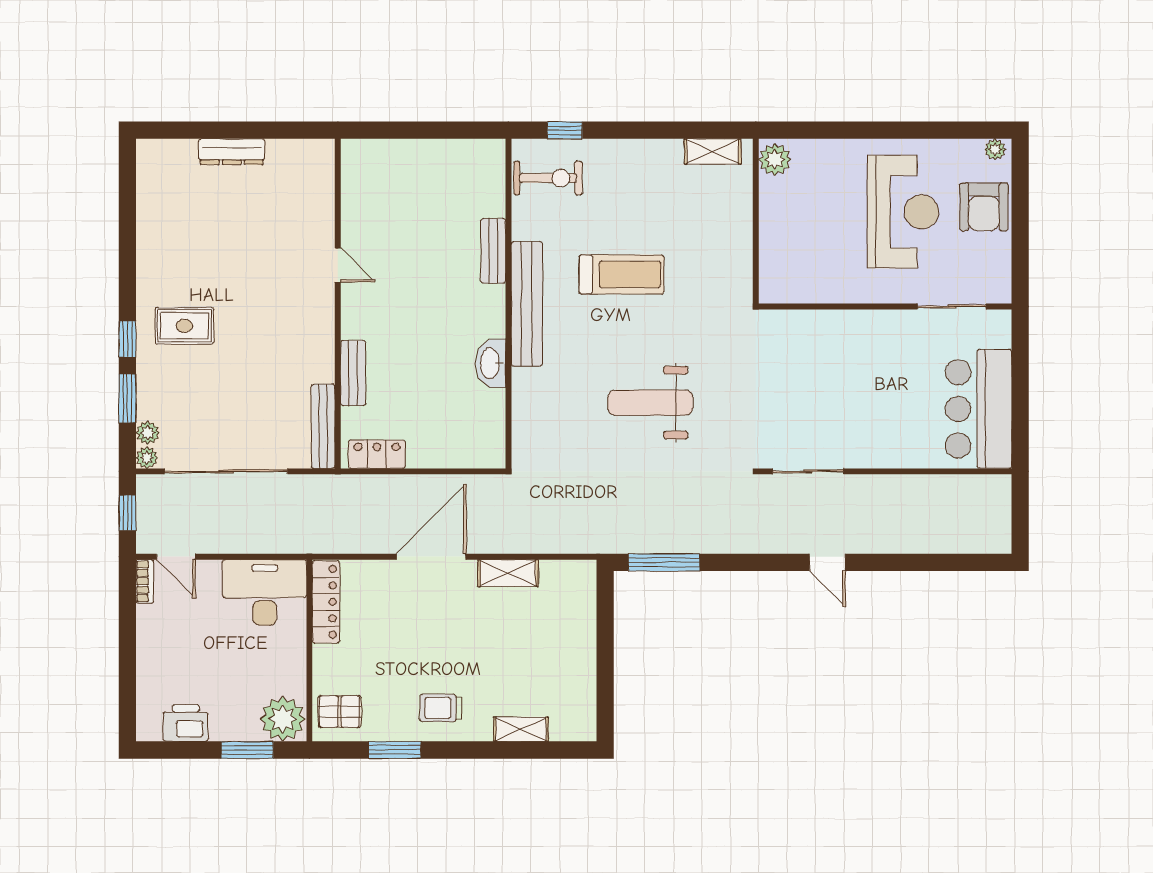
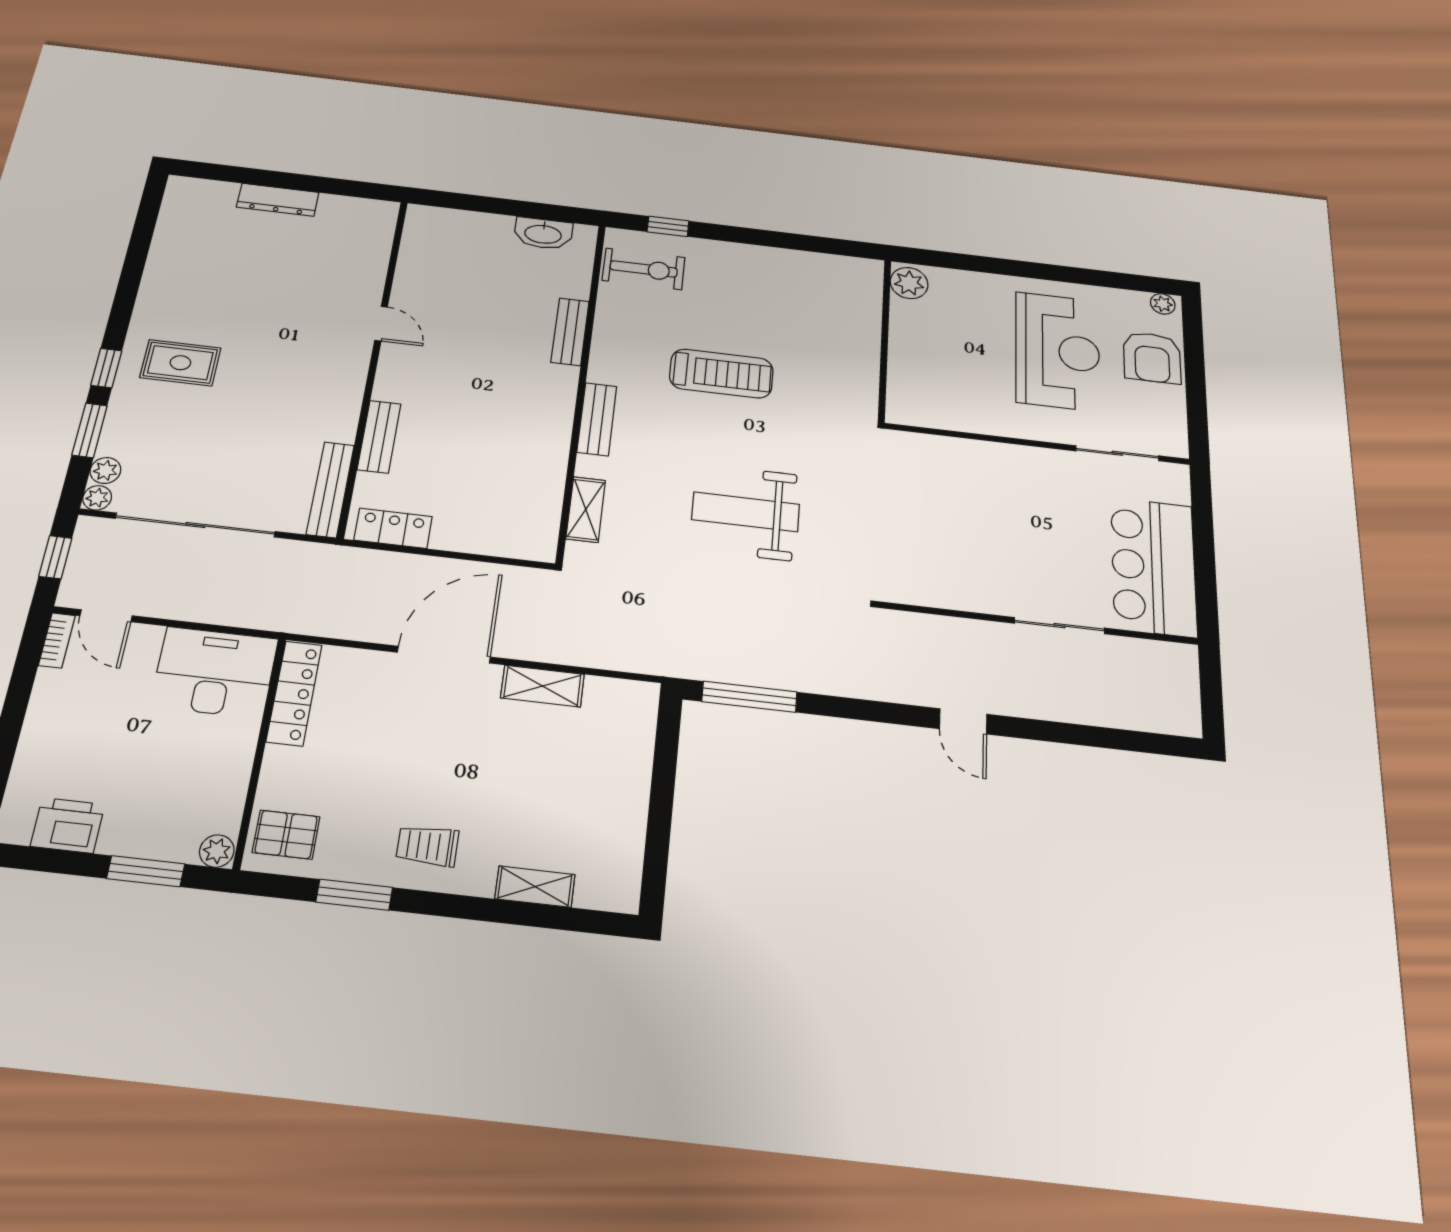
shelving: (713, 151) -> (586, 510), moved, turned 90
bench: (527, 304) -> (597, 419), width x0.54, depth x0.82
washbasin: (491, 363) -> (543, 234), moved, turned -90
sliding door: (808, 471) -> (1059, 626), moved
plant: (283, 719) -> (217, 851), width x0.53, depth x0.53

